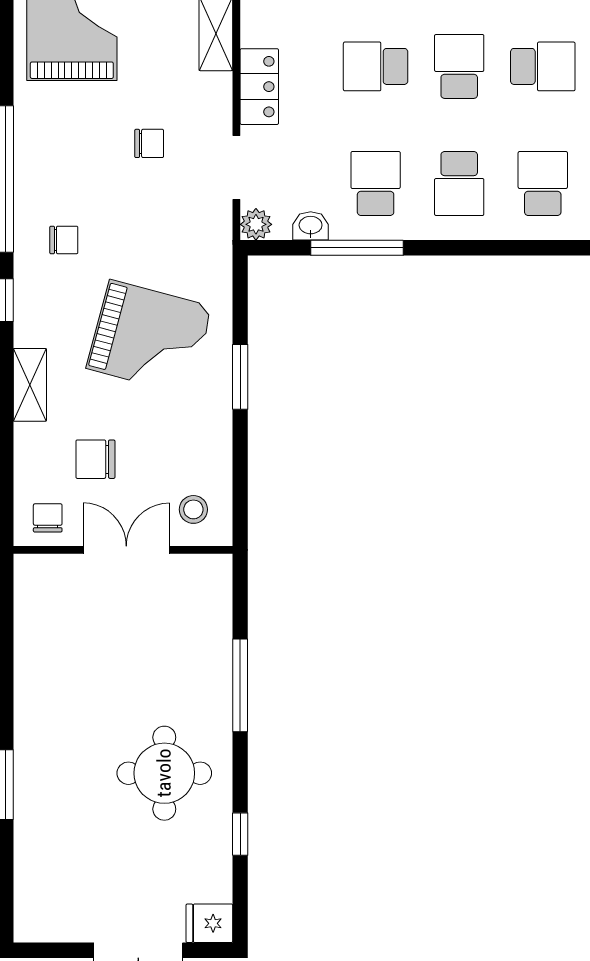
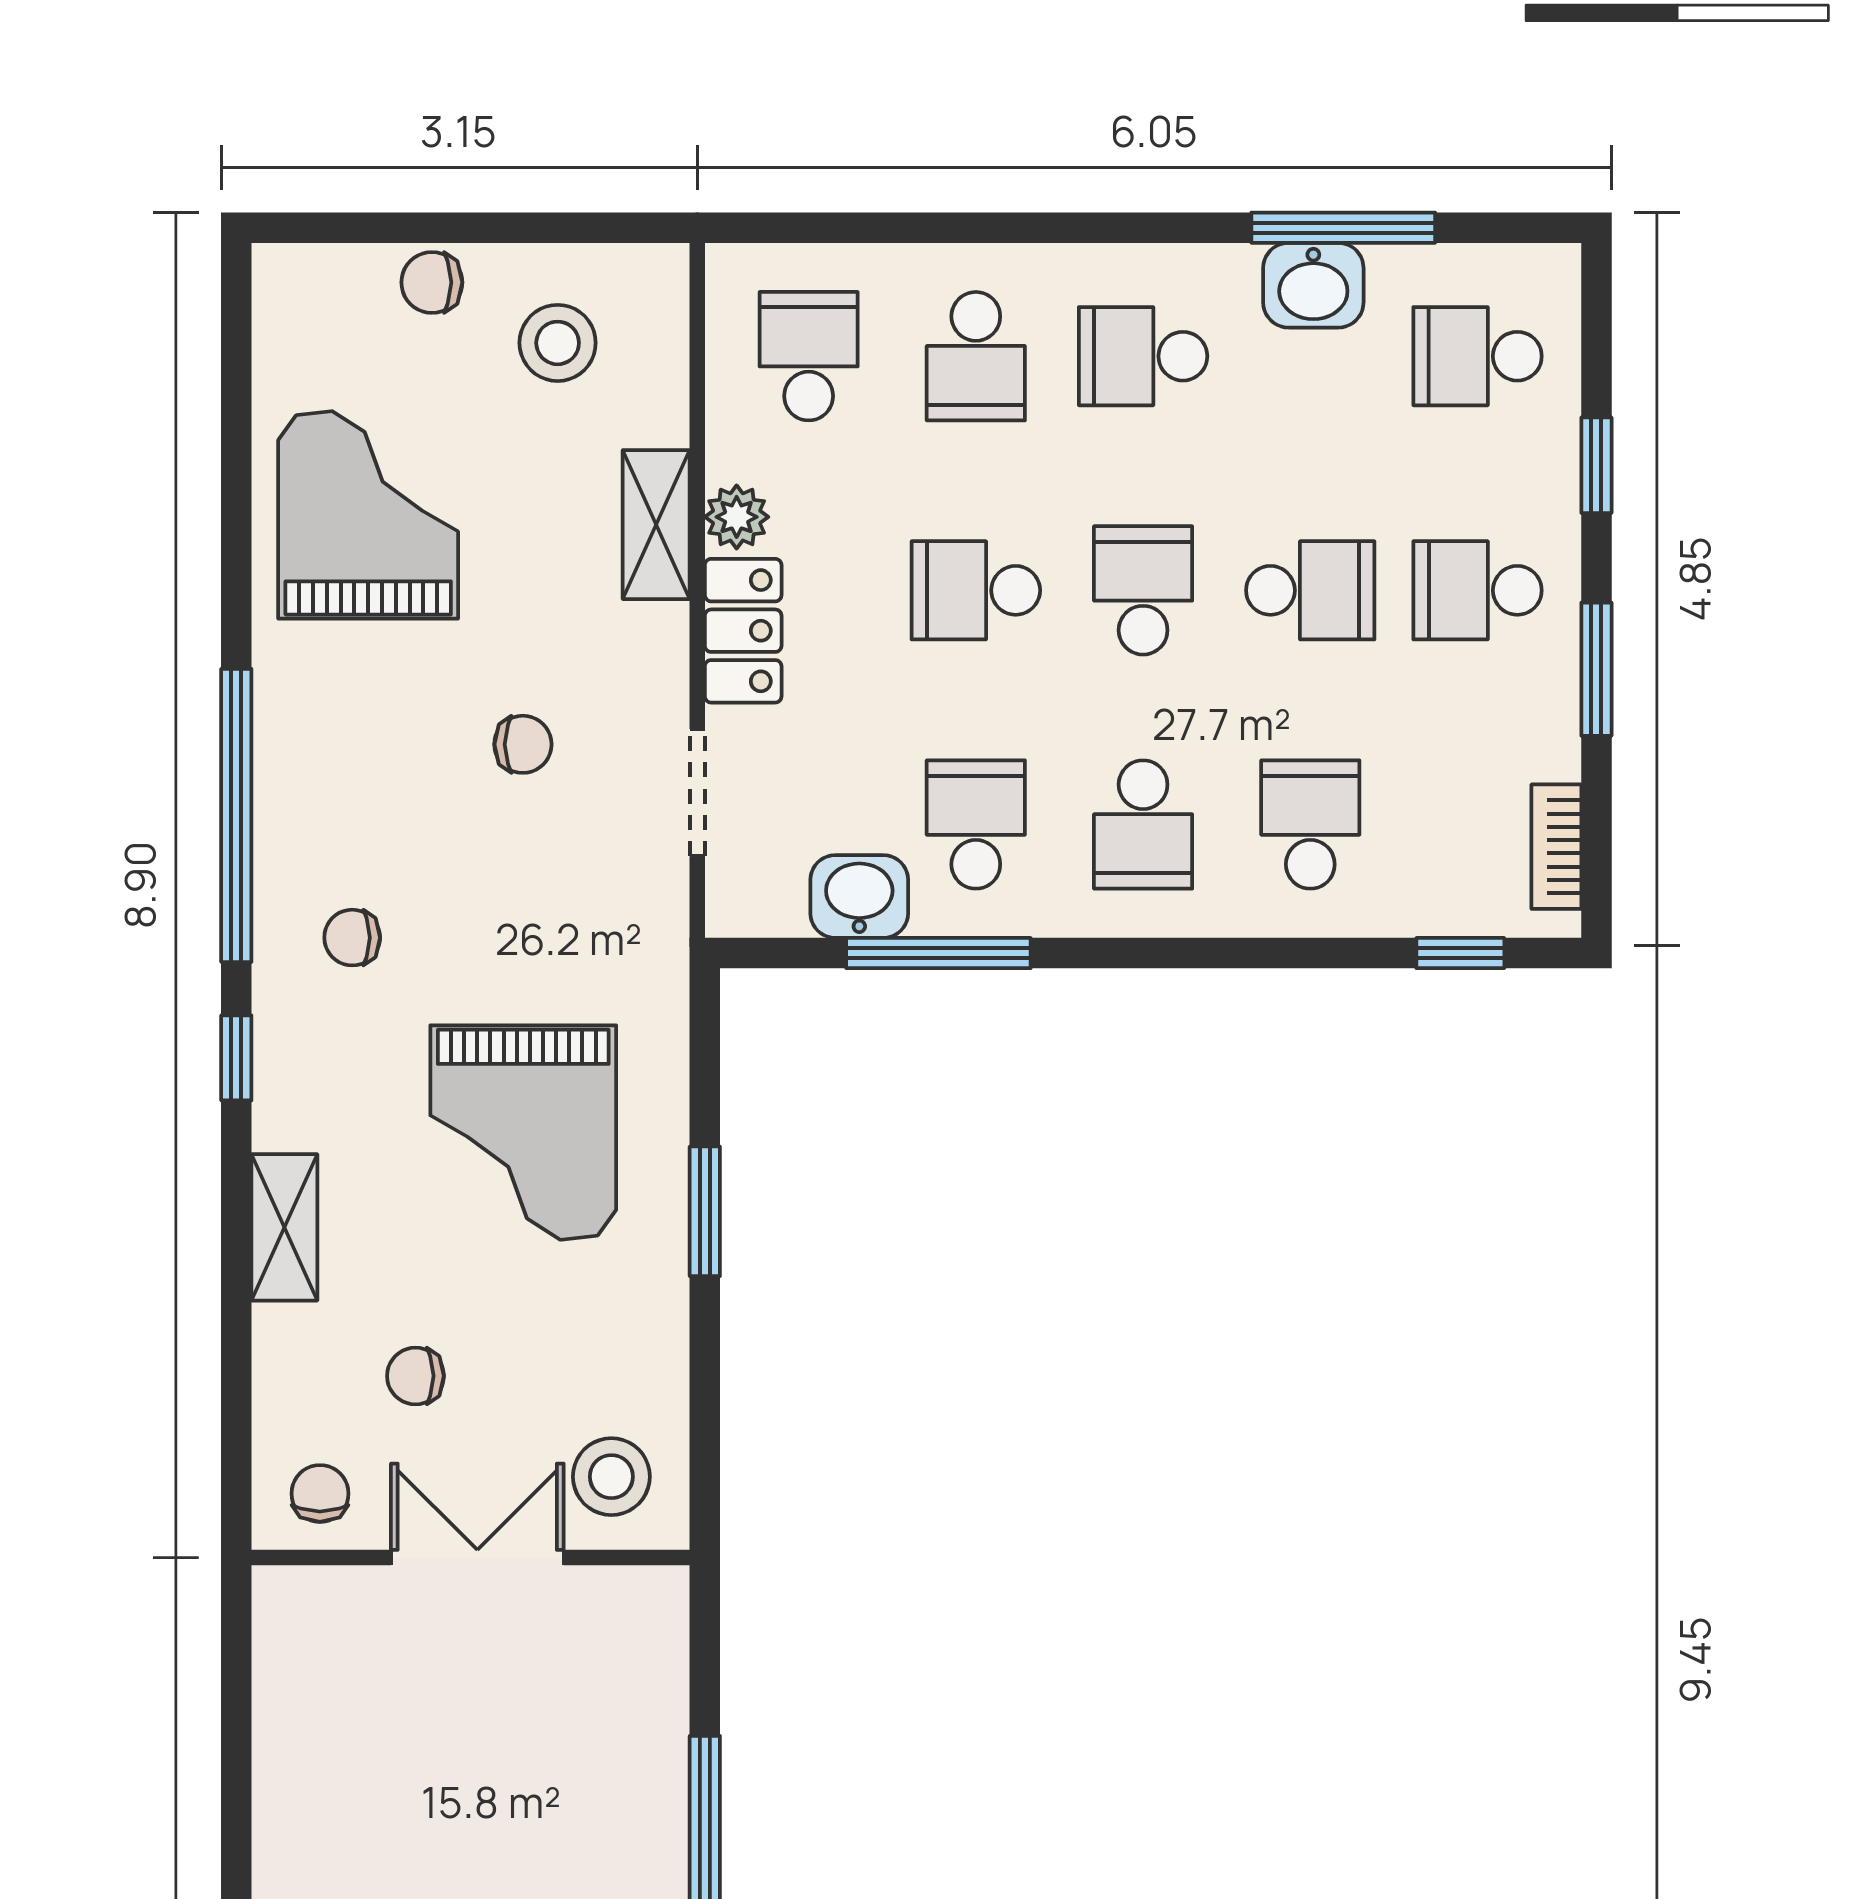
plant: (256, 224) -> (737, 517), moved
washbasin: (311, 226) -> (859, 897), width x1.38, depth x1.45
chair: (64, 240) -> (352, 938), turned 180
grand piano: (149, 338) -> (523, 1133), turned 75
chair: (95, 459) -> (415, 1376), width x0.73, depth x0.73
stool: (193, 509) -> (611, 1477), width x1.37, depth x1.37

